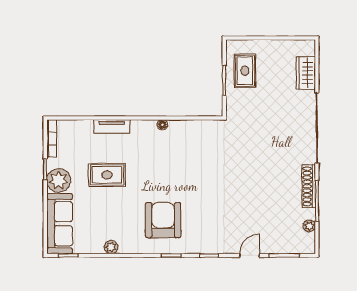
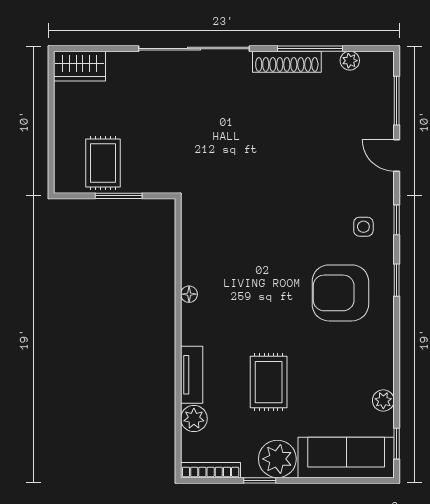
rug: (245, 71) -> (103, 163), turned 90
wardrobe: (306, 73) -> (80, 66), moved
plant: (84, 128) -> (194, 419), added
side table: (205, 235) -> (363, 227), added
plant: (111, 247) -> (383, 401), moved

